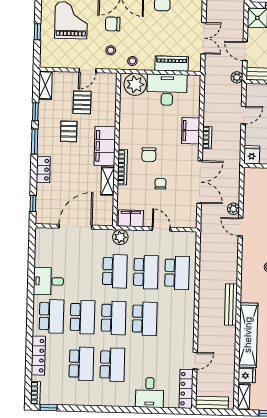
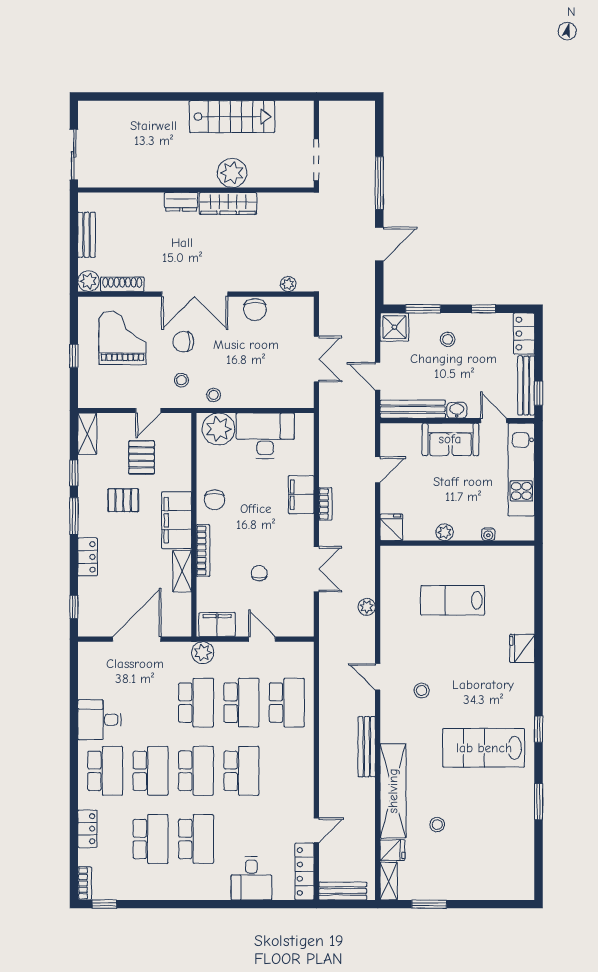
piano: (172, 64) -> (271, 397), removed
plant: (237, 77) -> (367, 415), removed
pallet: (69, 131) -> (123, 500), turned 90
chair: (149, 155) -> (215, 500), moved
double door: (200, 182) -> (316, 569), width x0.73
door: (240, 227) -> (378, 677), moved
locker: (38, 356) -> (87, 829), width x0.66

